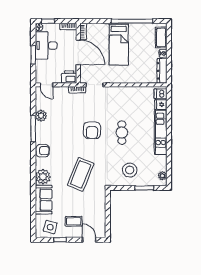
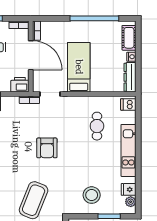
bed: (119, 44) -> (79, 67), moved, turned 180
fridge: (161, 105) -> (129, 189), moved
cafe table: (122, 133) -> (97, 126), moved

